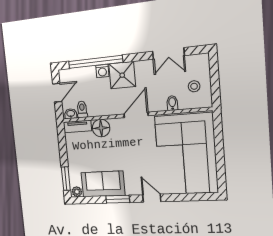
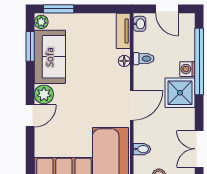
toilet: (82, 109) -> (144, 59), moved
door: (136, 115) -> (132, 105), hinge flipped
floor lamp: (101, 128) -> (124, 61), width x0.53, depth x0.53
plant: (133, 188) -> (44, 94), added
window: (118, 199) -> (30, 46), moved

